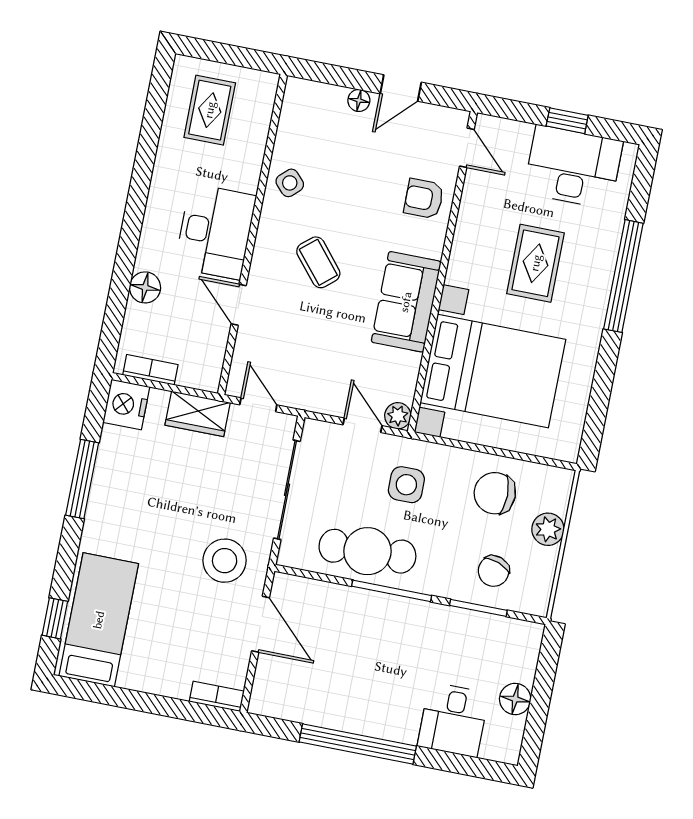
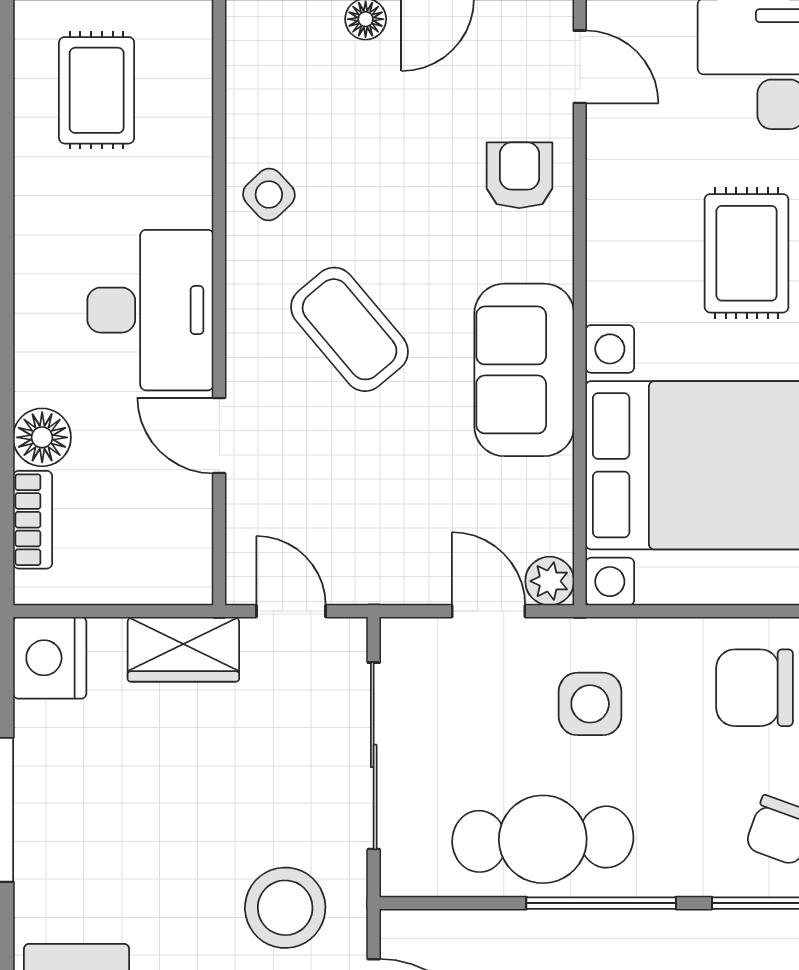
armchair: (424, 199) -> (519, 175), turned 90
coffee table: (318, 262) -> (350, 329), width x1.36, depth x1.30
bookcase: (150, 370) -> (33, 520), moved, turned 90

